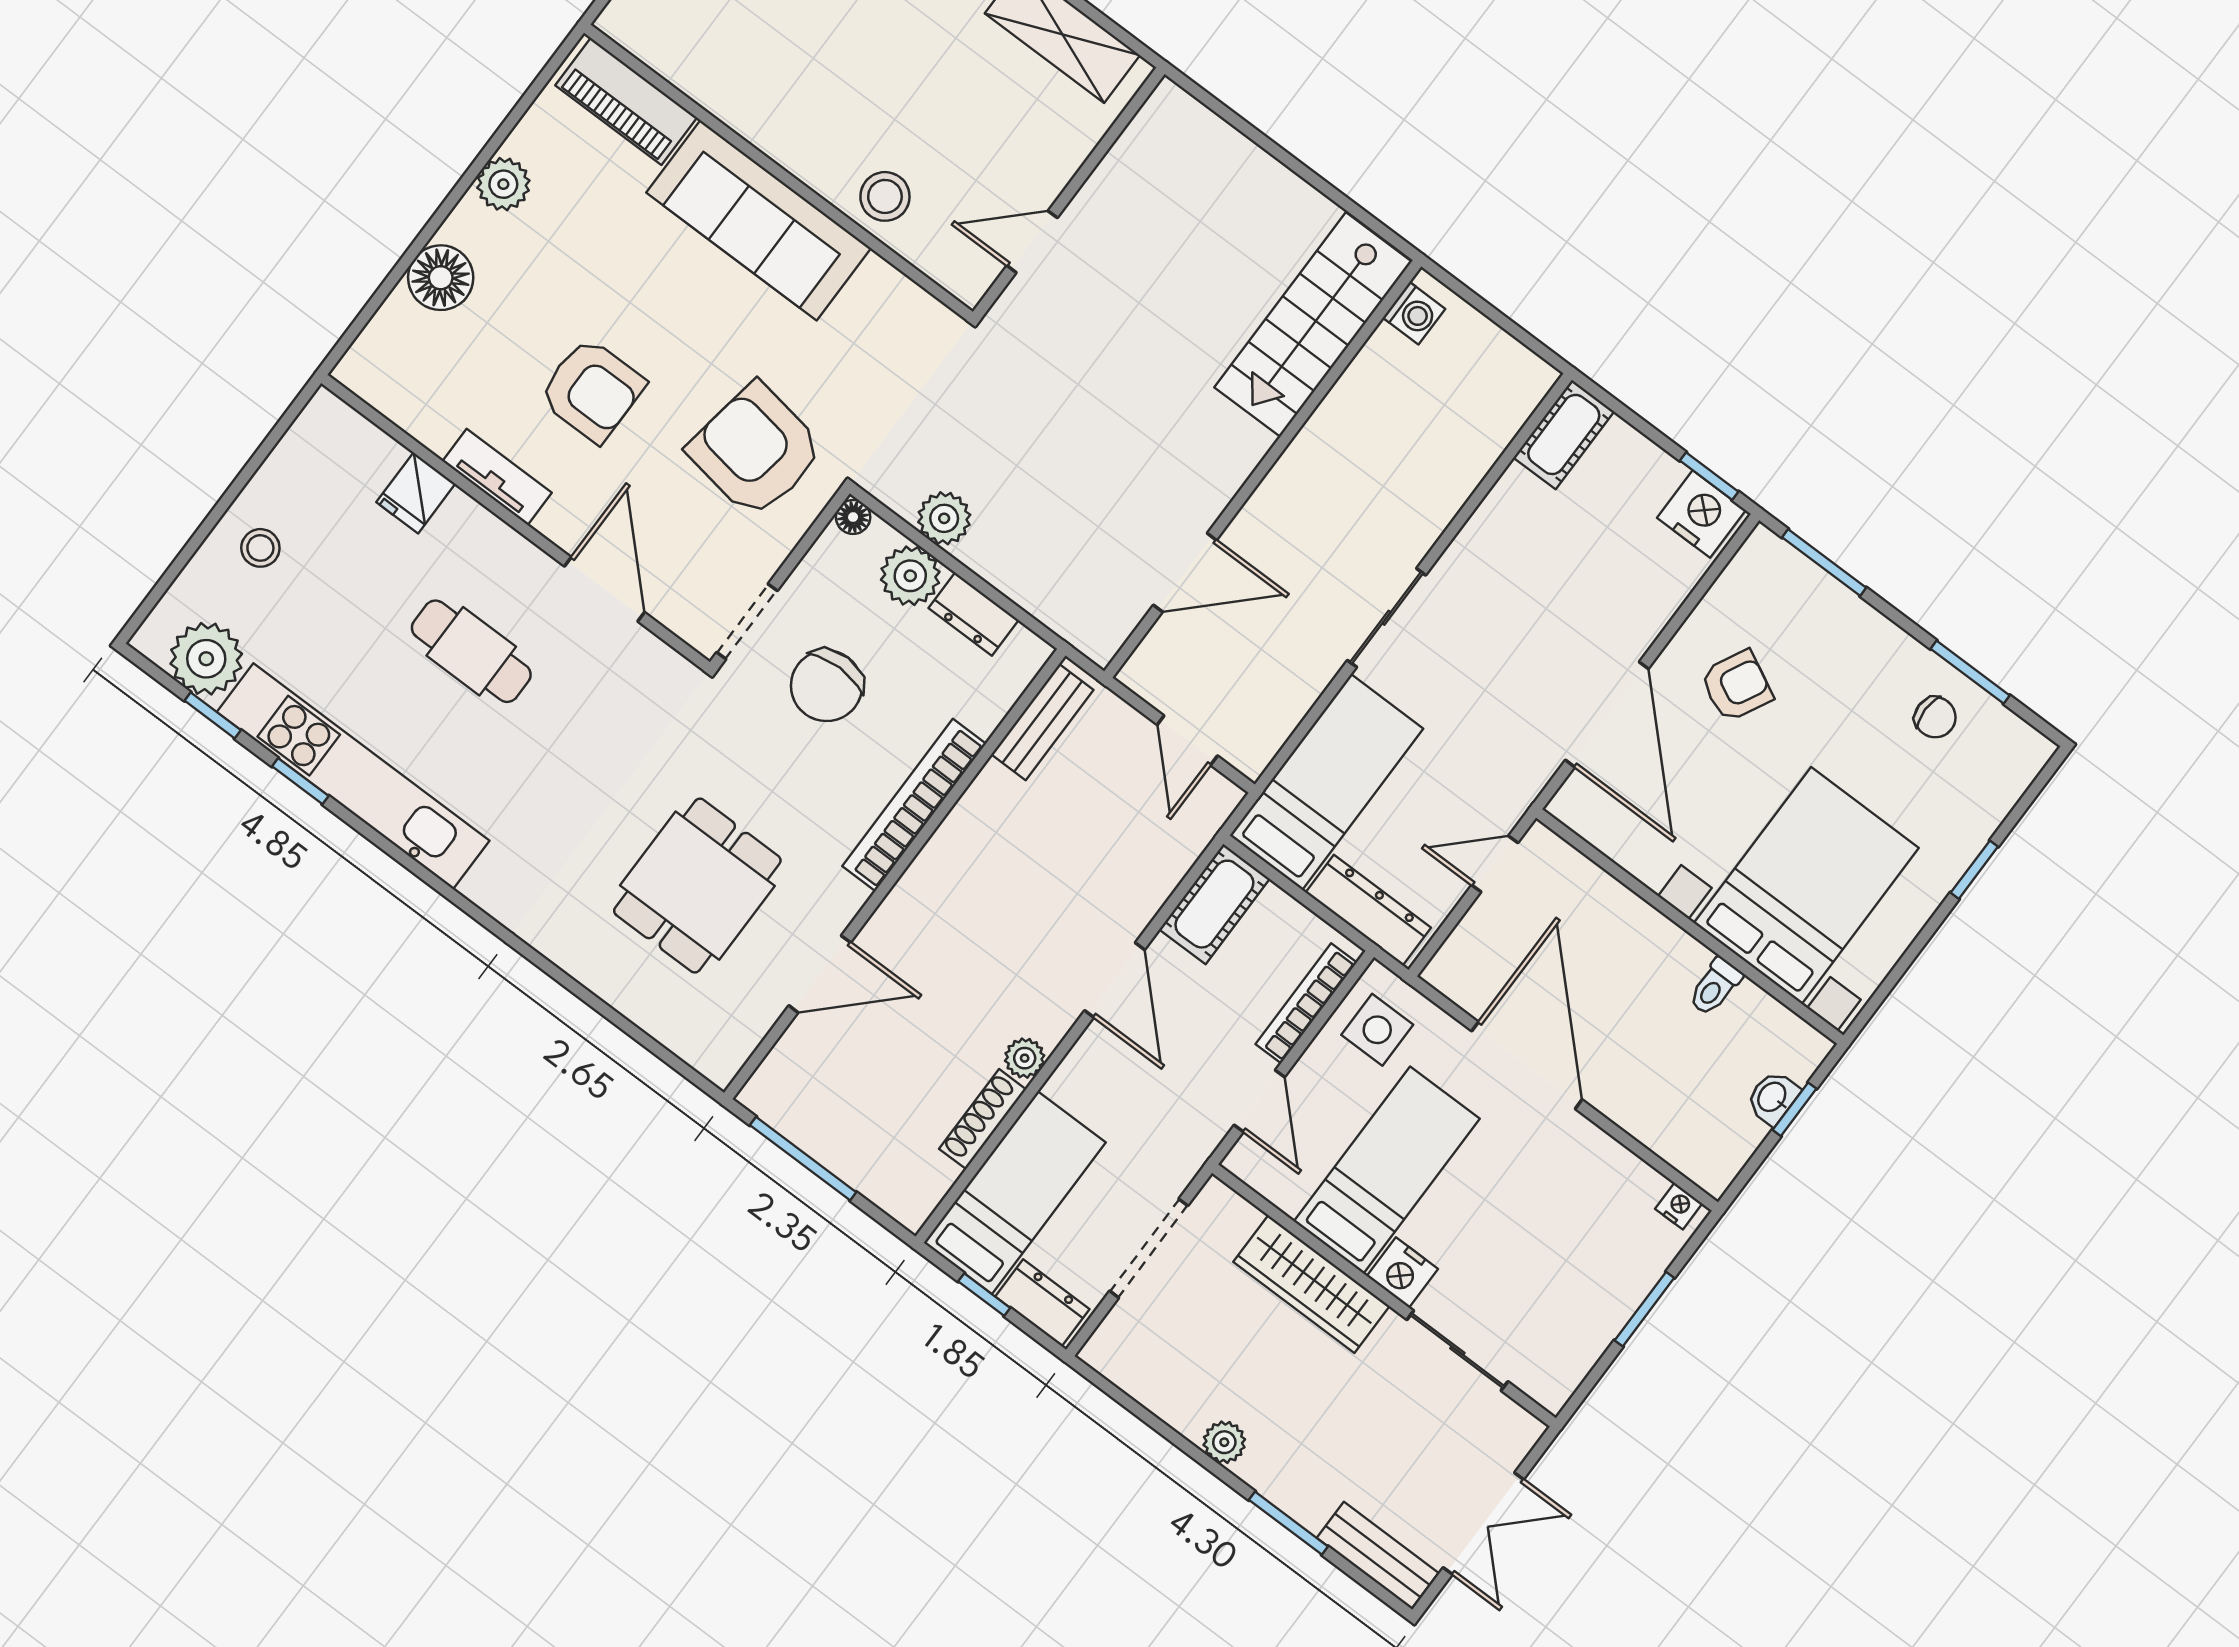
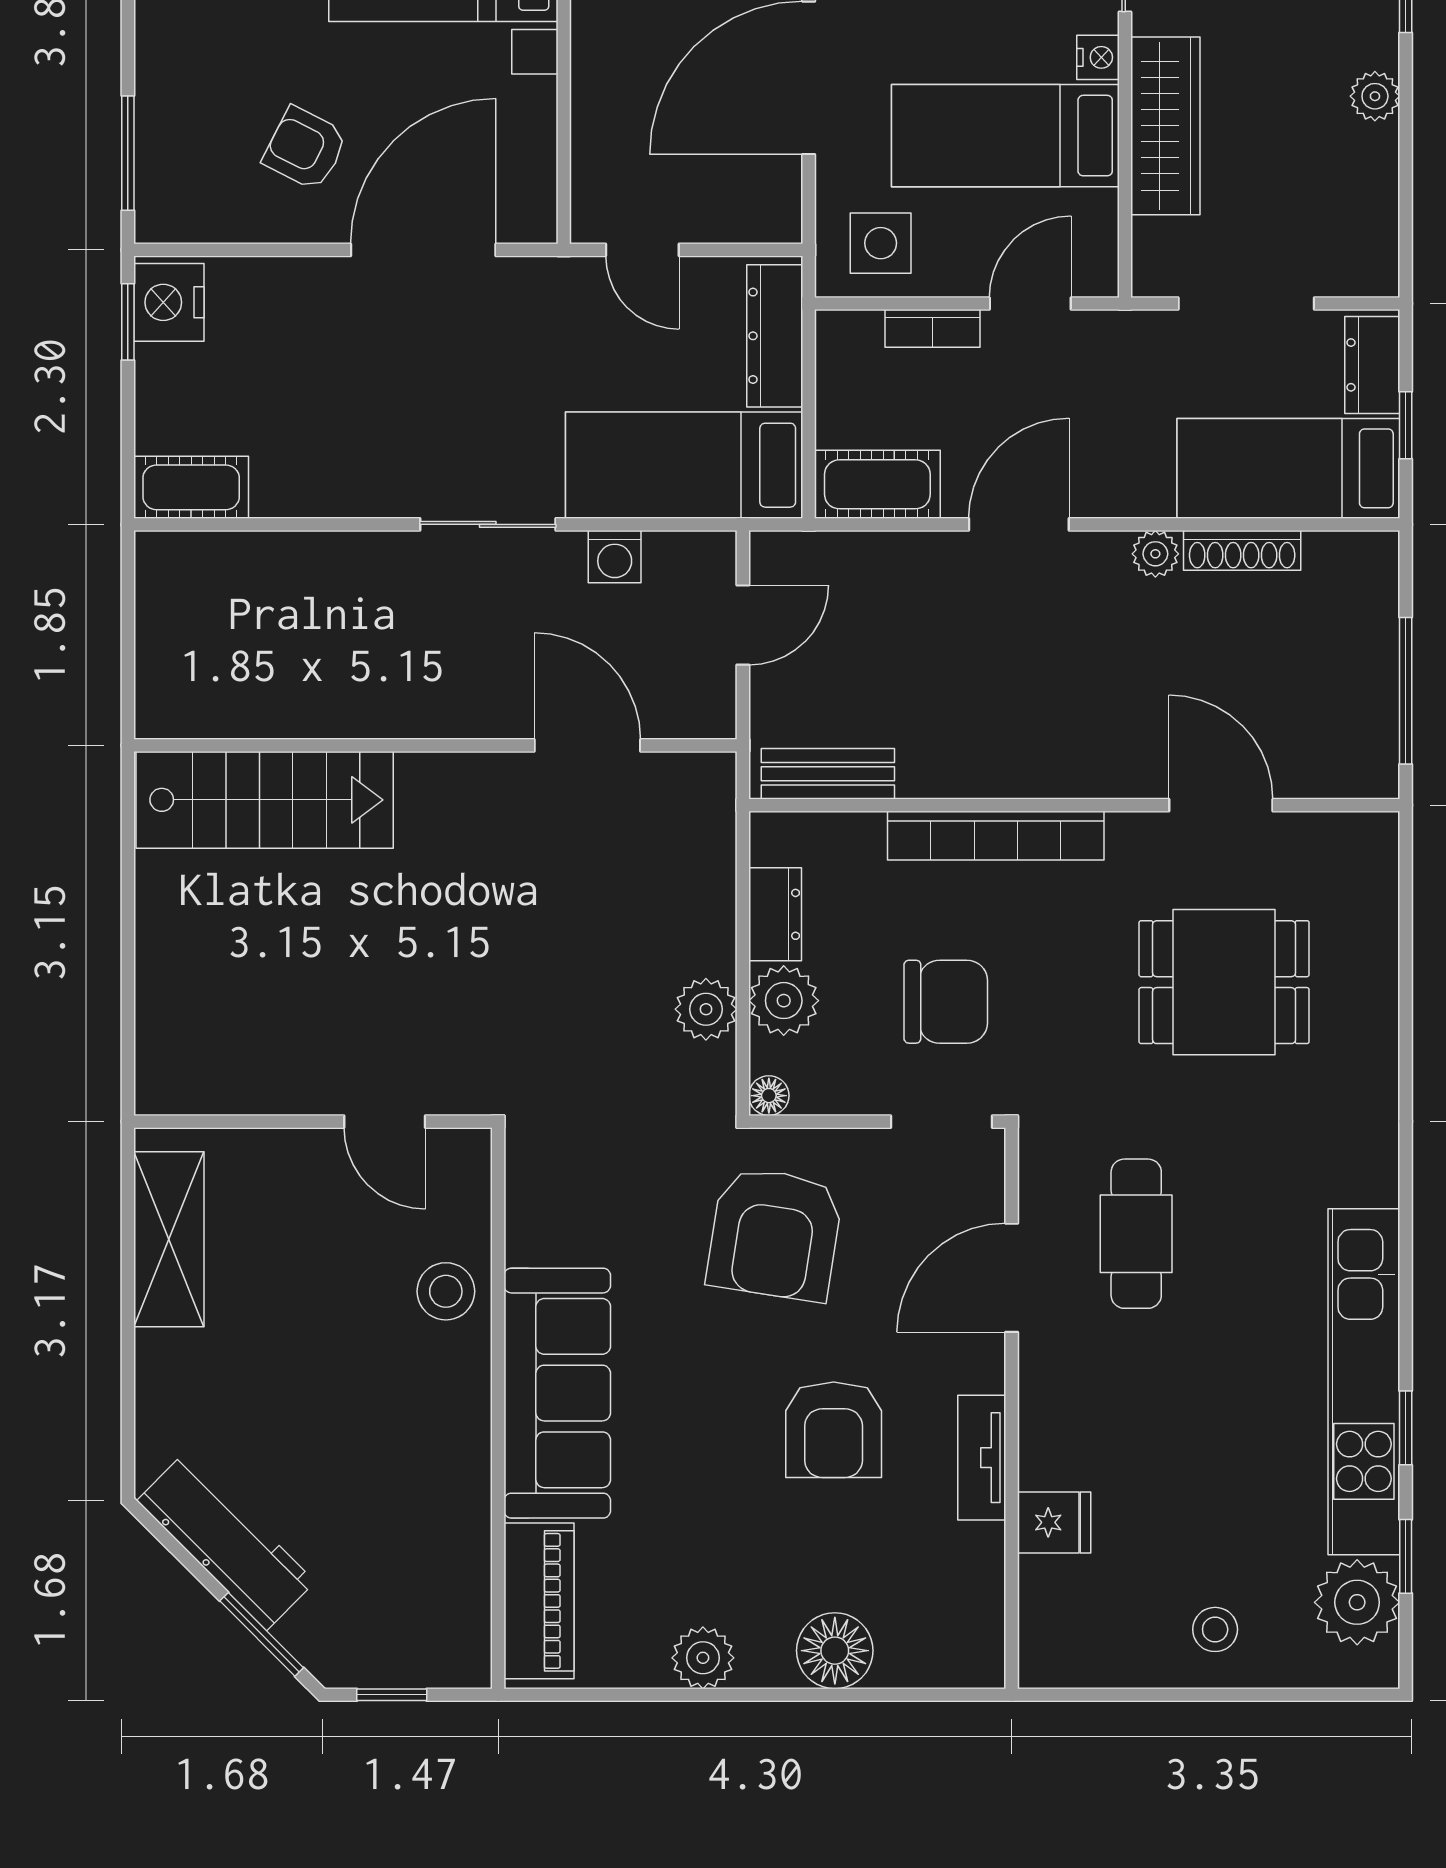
washing machine: (1414, 313) -> (615, 557), moved, turned 180
armchair: (592, 390) -> (834, 1430), turned 180
cafe table: (471, 651) -> (1136, 1234), moved
bookcase: (1306, 1003) -> (932, 328), width x0.64
nightstand: (1402, 1273) -> (1098, 57), width x0.72, depth x0.74

